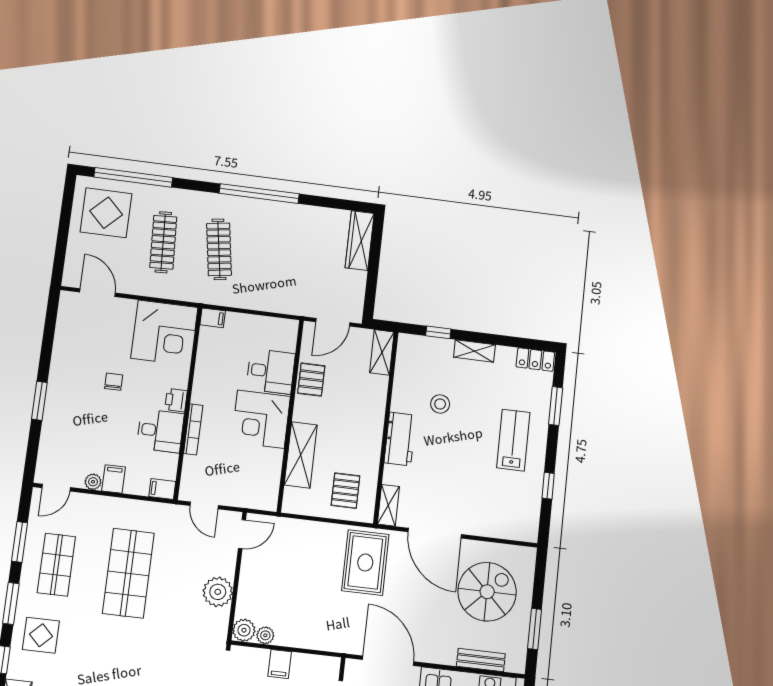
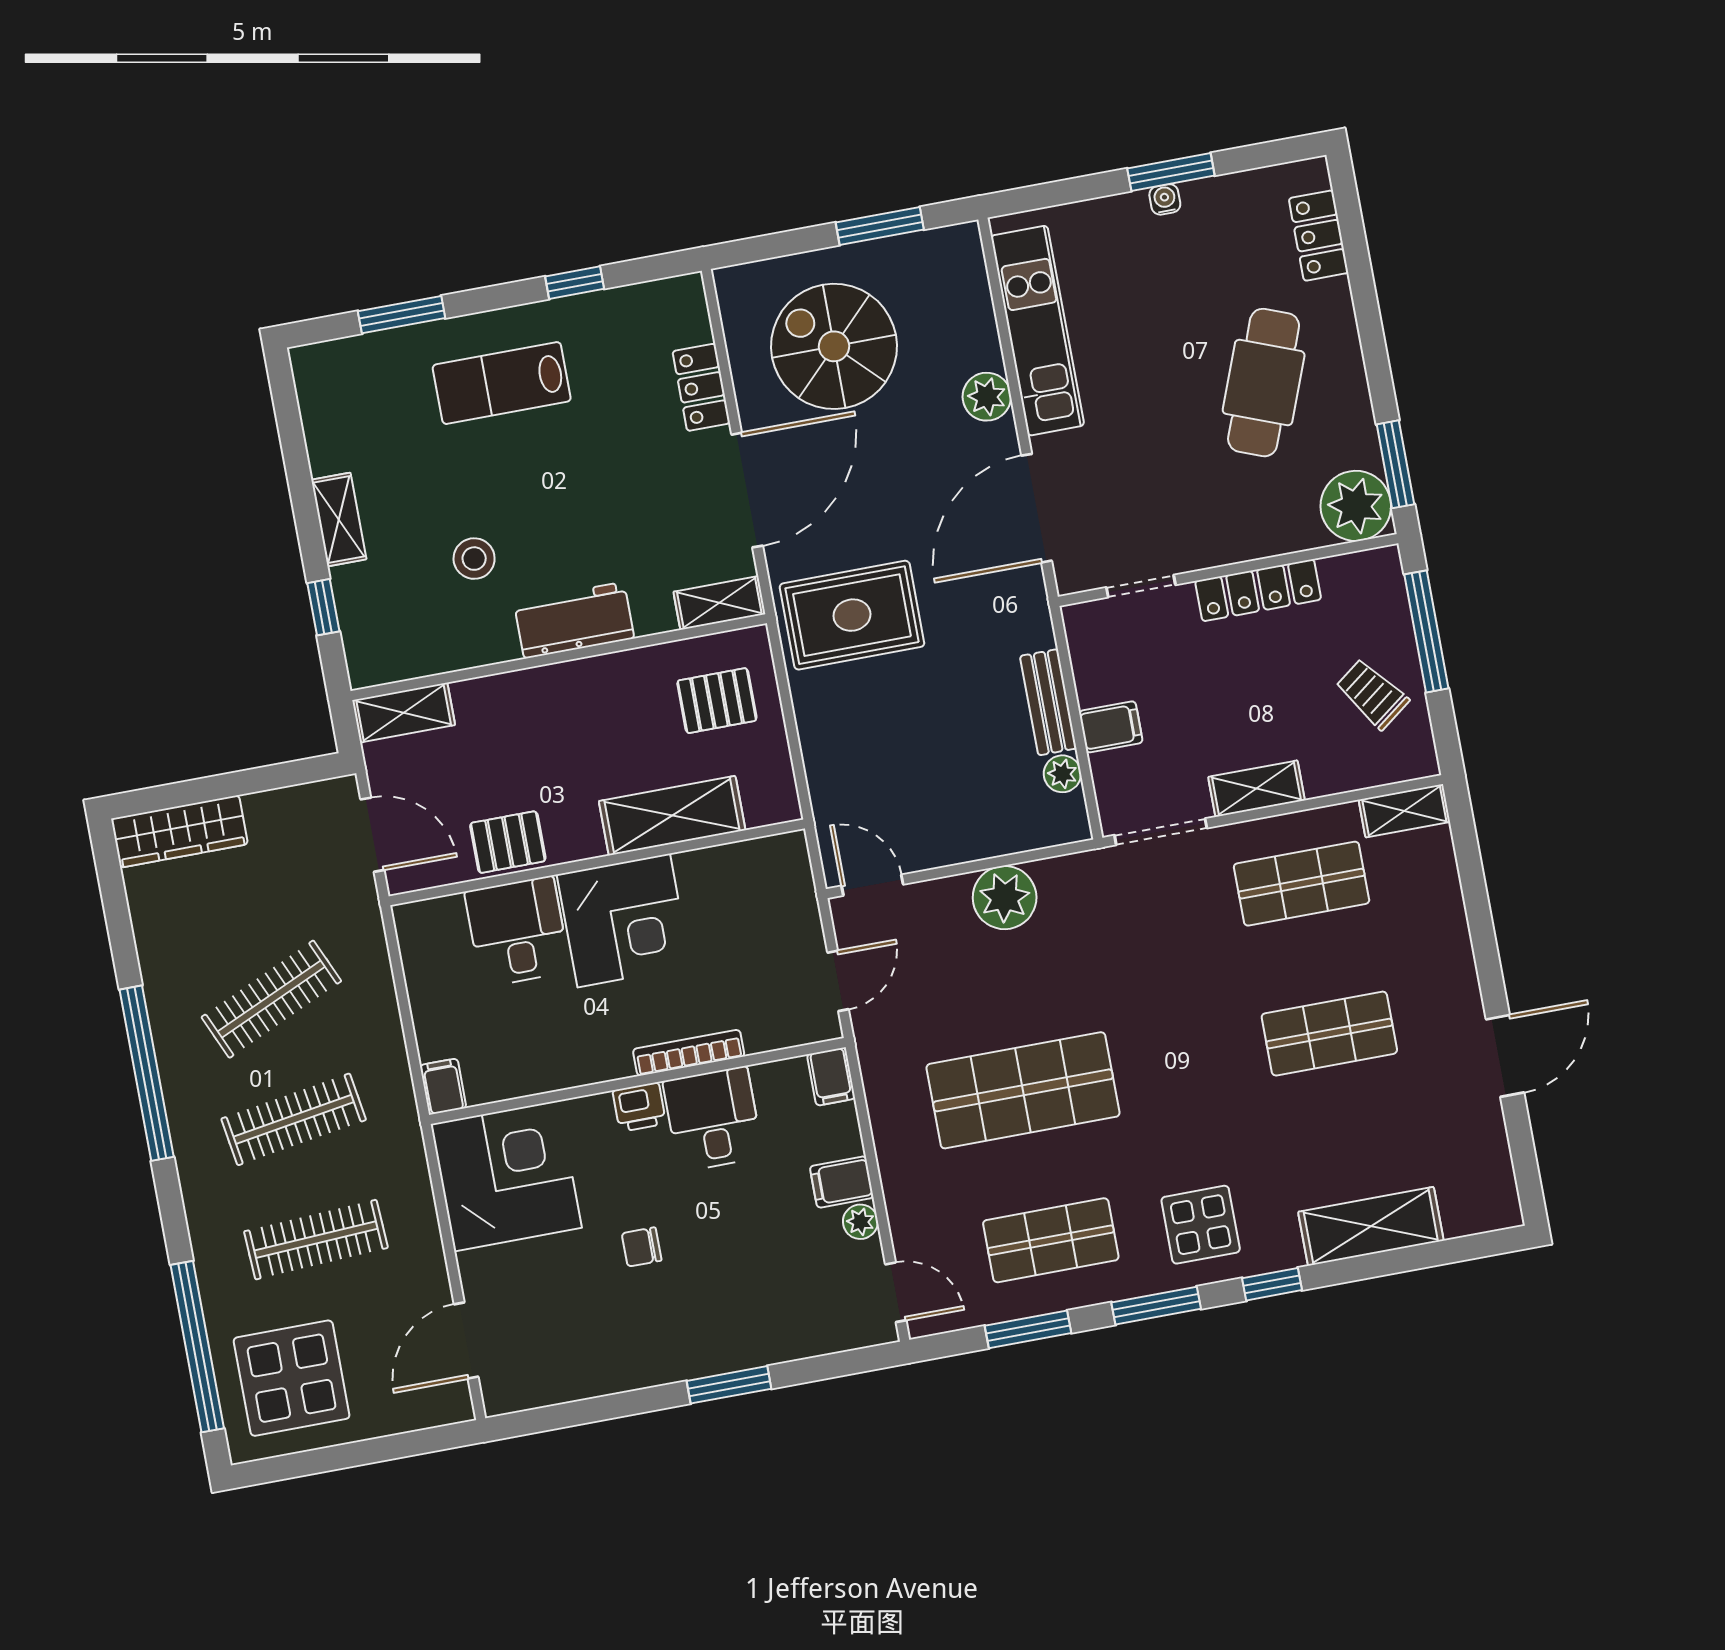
clothes rail: (275, 256) -> (271, 999), added
locker: (535, 360) -> (701, 387), moved, turned 180
plant: (244, 630) -> (987, 397), moved
bench: (481, 660) -> (1048, 702), moved

